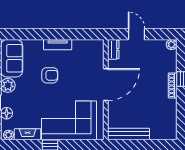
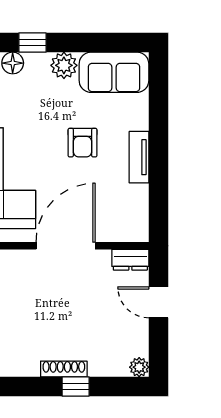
door: (136, 34) -> (158, 302), swing flipped
door: (106, 85) -> (66, 246), swing flipped

